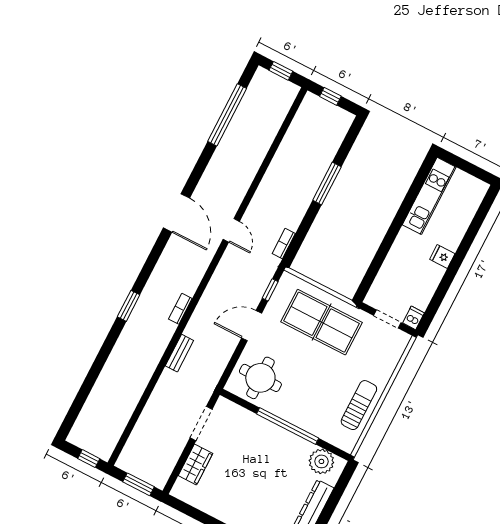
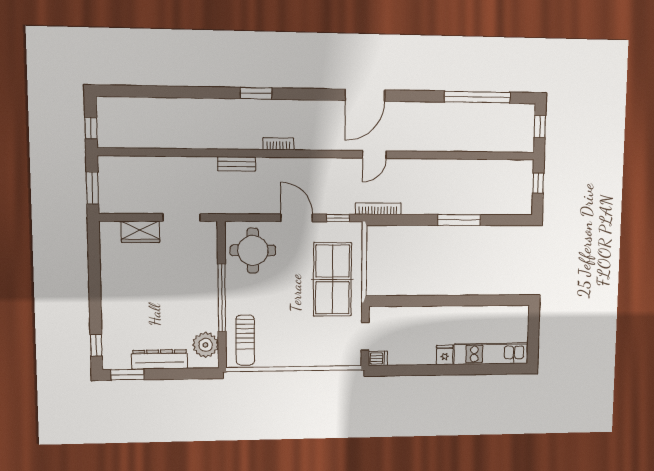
kitchen unit: (429, 196) -> (491, 354), moved, turned 180
bookcase: (284, 243) -> (378, 209), width x1.56
sun lounger: (359, 405) -> (245, 340), moved, turned 90

